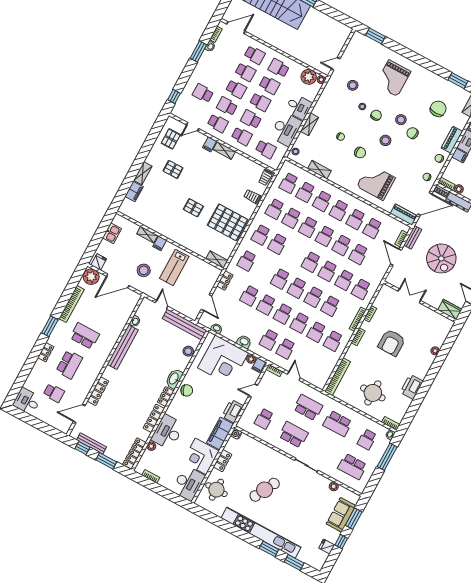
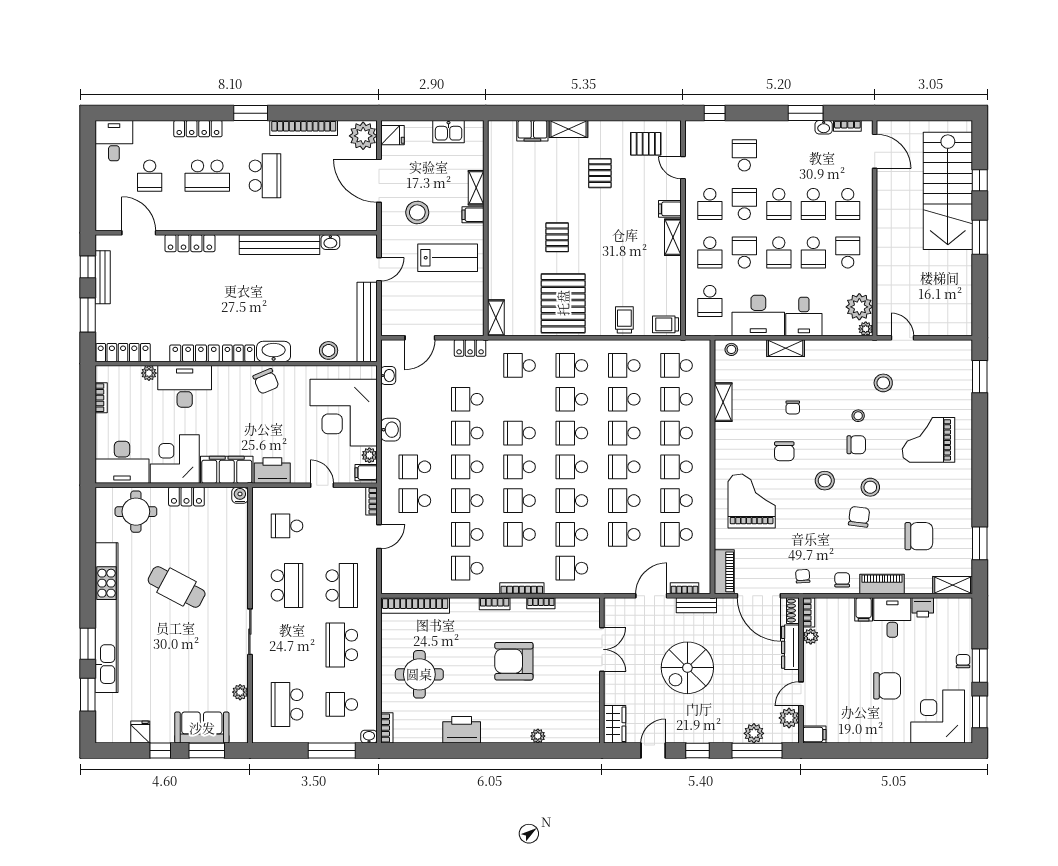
school desk: (294, 253) -> (572, 433), added
lab bench: (174, 267) -> (448, 258), turned 180
locker: (46, 352) -> (198, 129), width x1.53

